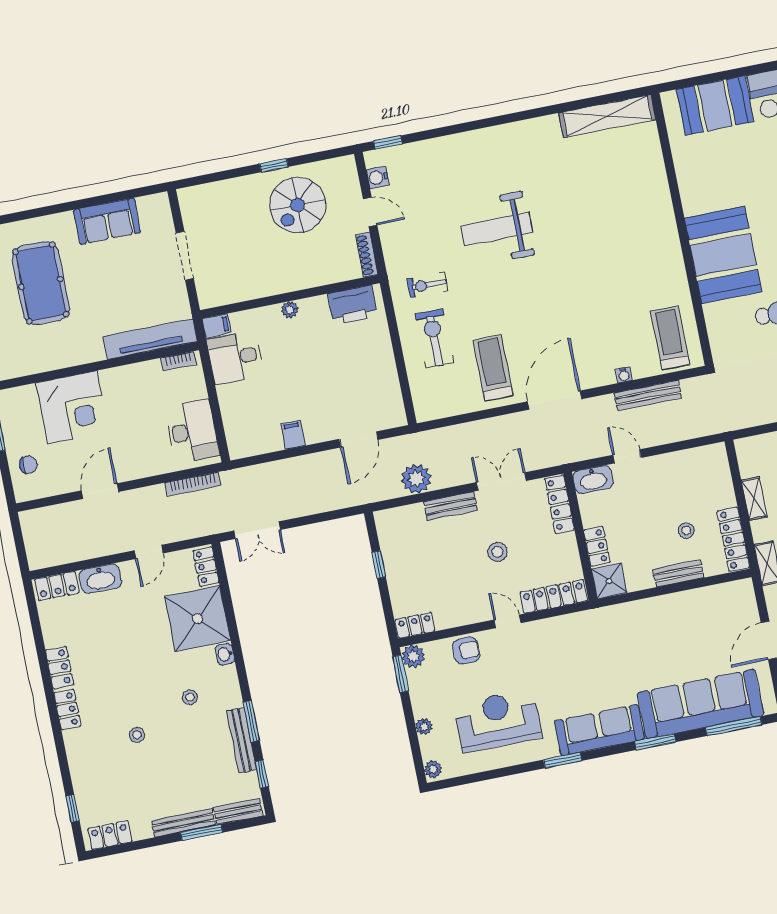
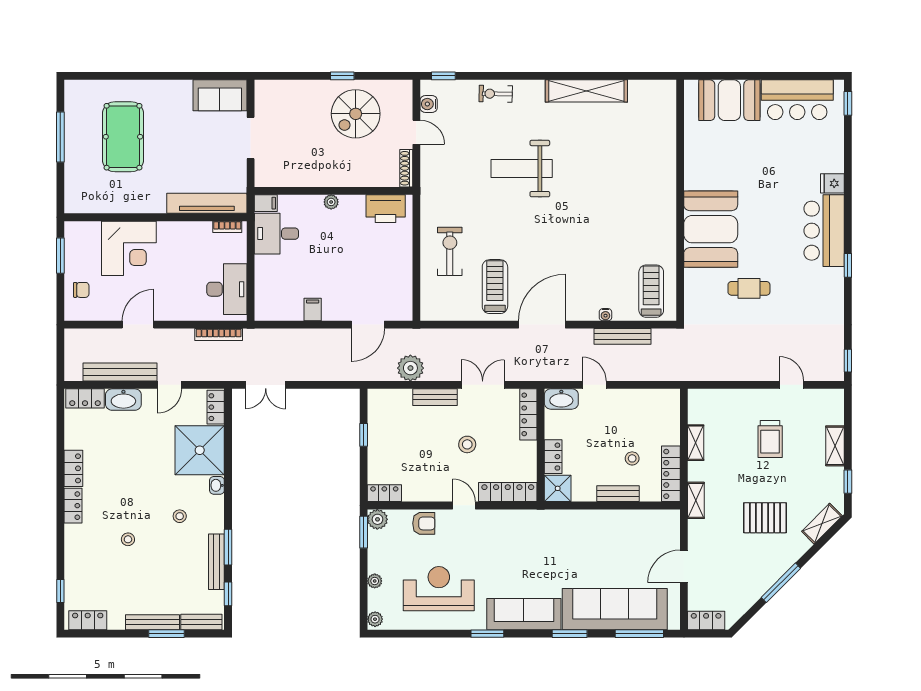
shelving: (607, 116) -> (586, 91), moved
sofa: (107, 221) -> (220, 95), moved
exercise bike: (428, 285) -> (496, 94), moved
bench: (90, 548) -> (120, 372), added

